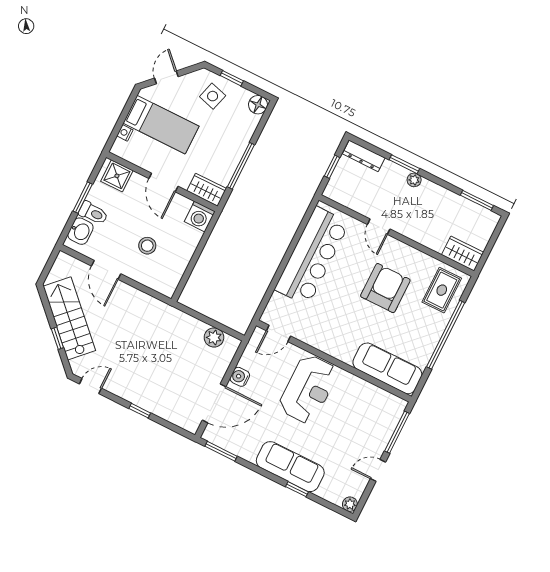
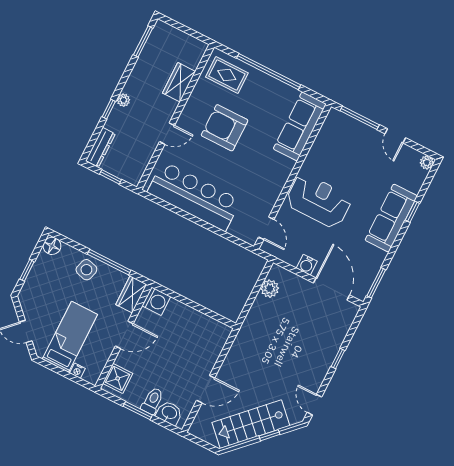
side table: (213, 96) -> (86, 270), moved
window: (404, 164) -> (109, 109), width x0.67
stool: (147, 246) -> (183, 350), removed
wardrobe: (463, 254) -> (179, 82), moved

